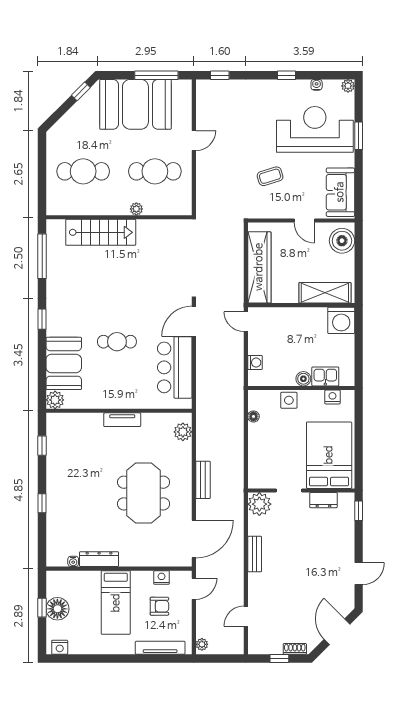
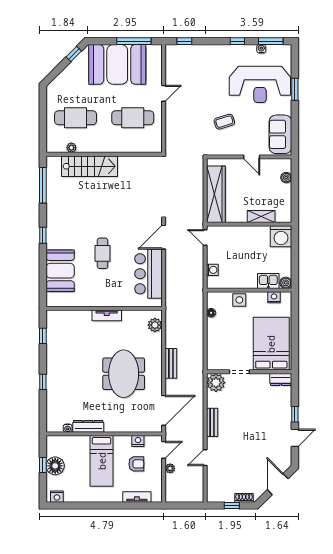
window: (328, 75) -> (271, 41), added
plant: (348, 86) -> (286, 50), removed
reception desk: (315, 129) -> (260, 84), turned 180
plant: (136, 209) -> (71, 148), moved
boiler: (342, 241) -> (286, 178), width x0.54, depth x0.54
shelving: (325, 293) -> (261, 216), width x0.67, depth x0.75
cafe table: (117, 342) -> (102, 253), turned 90
boiler: (303, 379) -> (286, 283), moved
plant: (55, 400) -> (53, 300), removed
dresser: (323, 500) -> (281, 379), moved
window: (359, 511) -> (295, 414), moved
door: (246, 616) -> (205, 458), moved
plant: (202, 644) -> (170, 468), moved
tv unit: (160, 648) -> (137, 497), width x0.71

